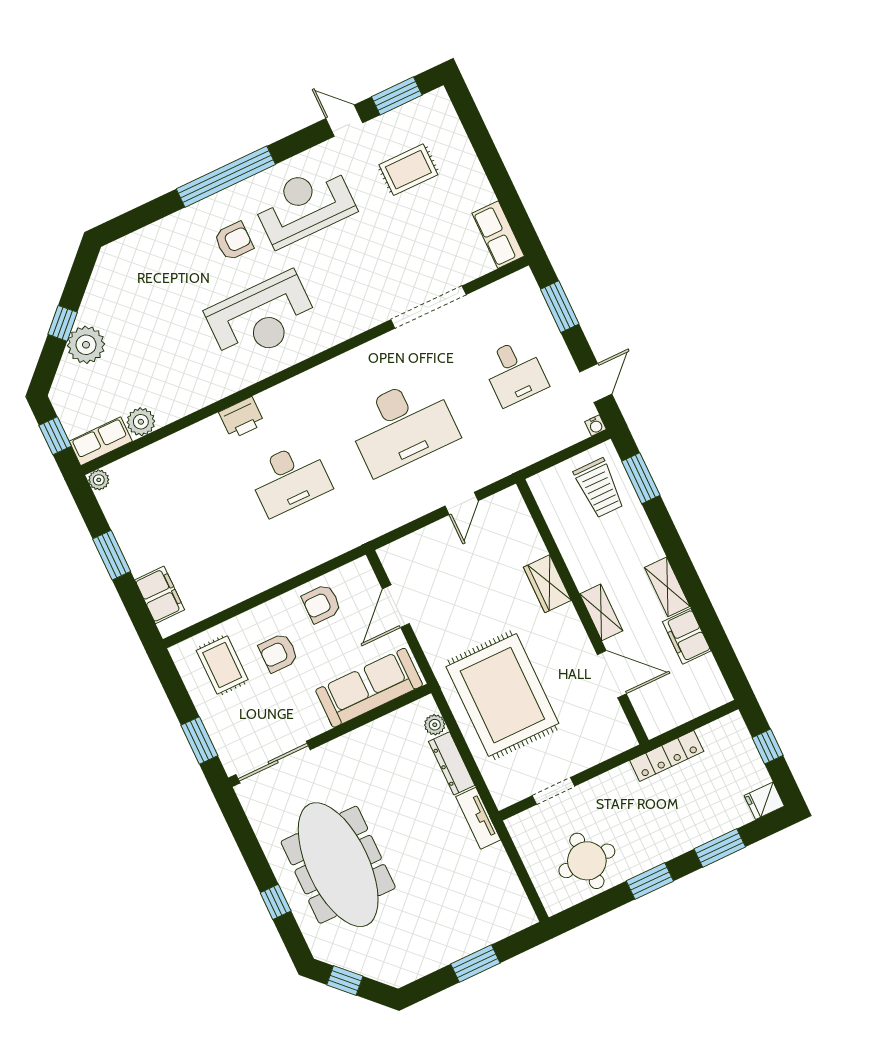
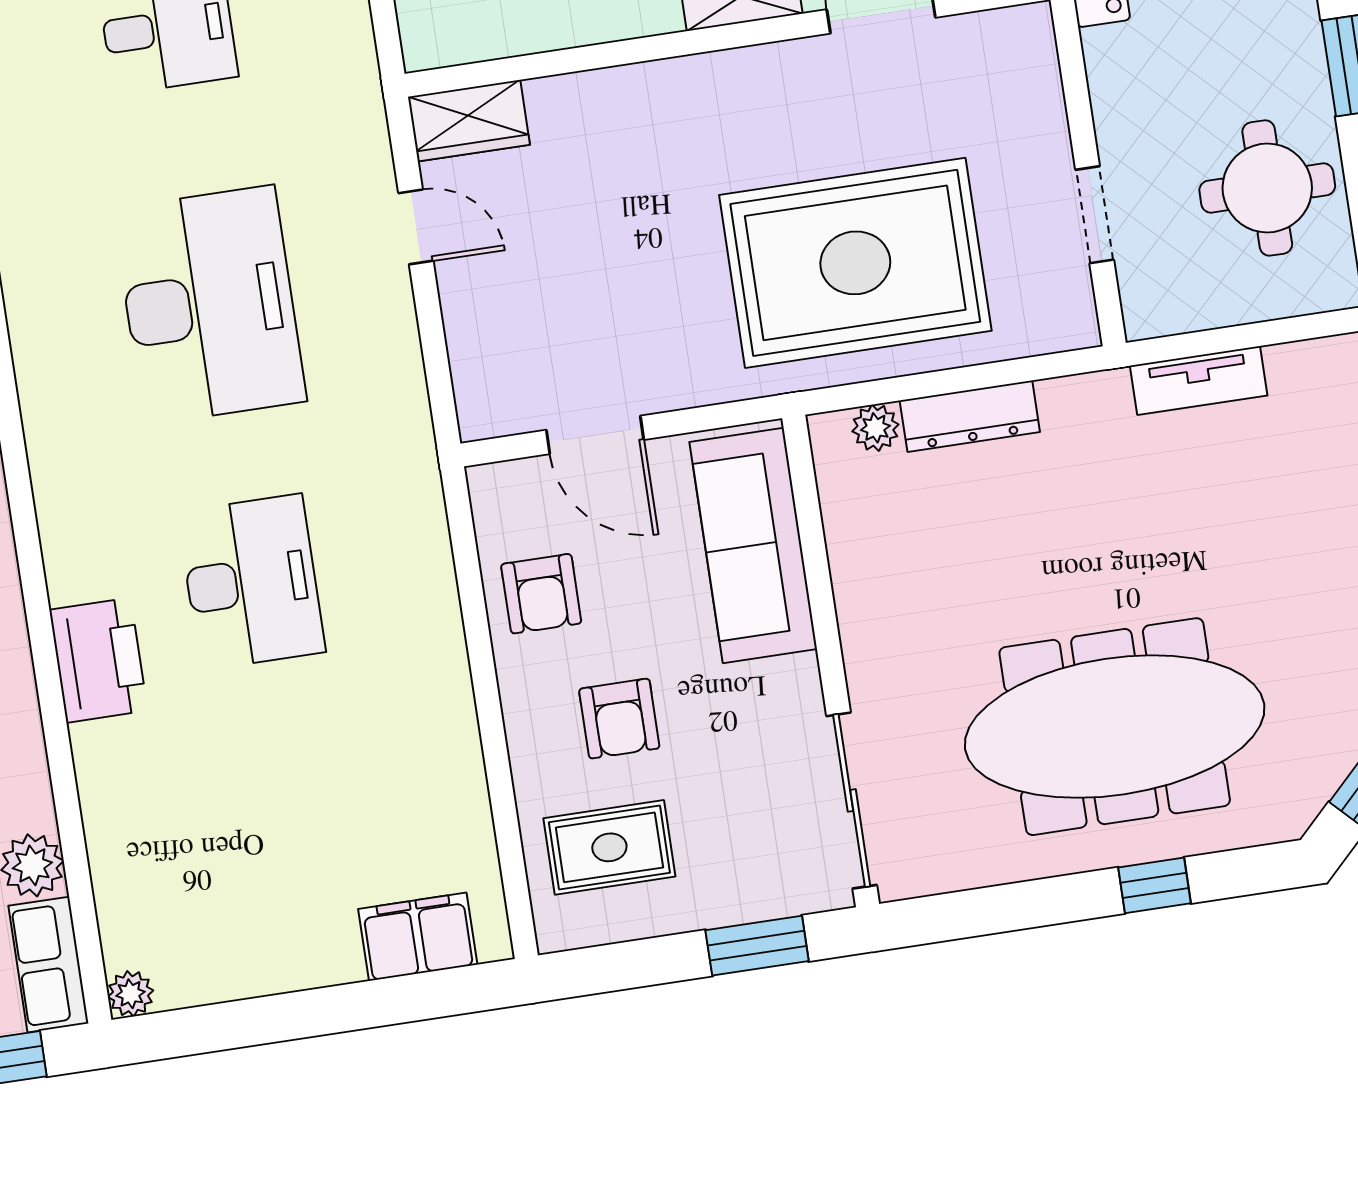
printer: (242, 418) -> (98, 660), width x1.37, depth x1.19
window: (112, 555) -> (301, 1015), removed
wardrobe: (547, 584) -> (469, 121), moved
tv unit: (478, 818) -> (1199, 381), moved

